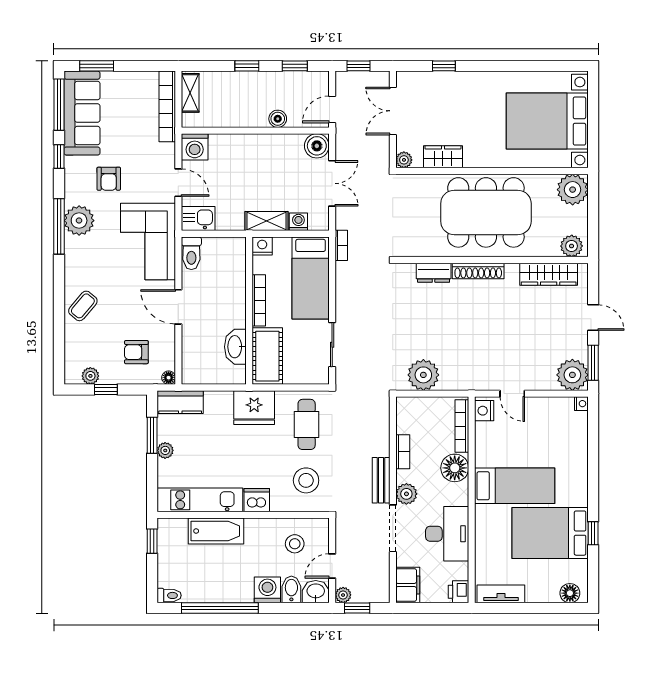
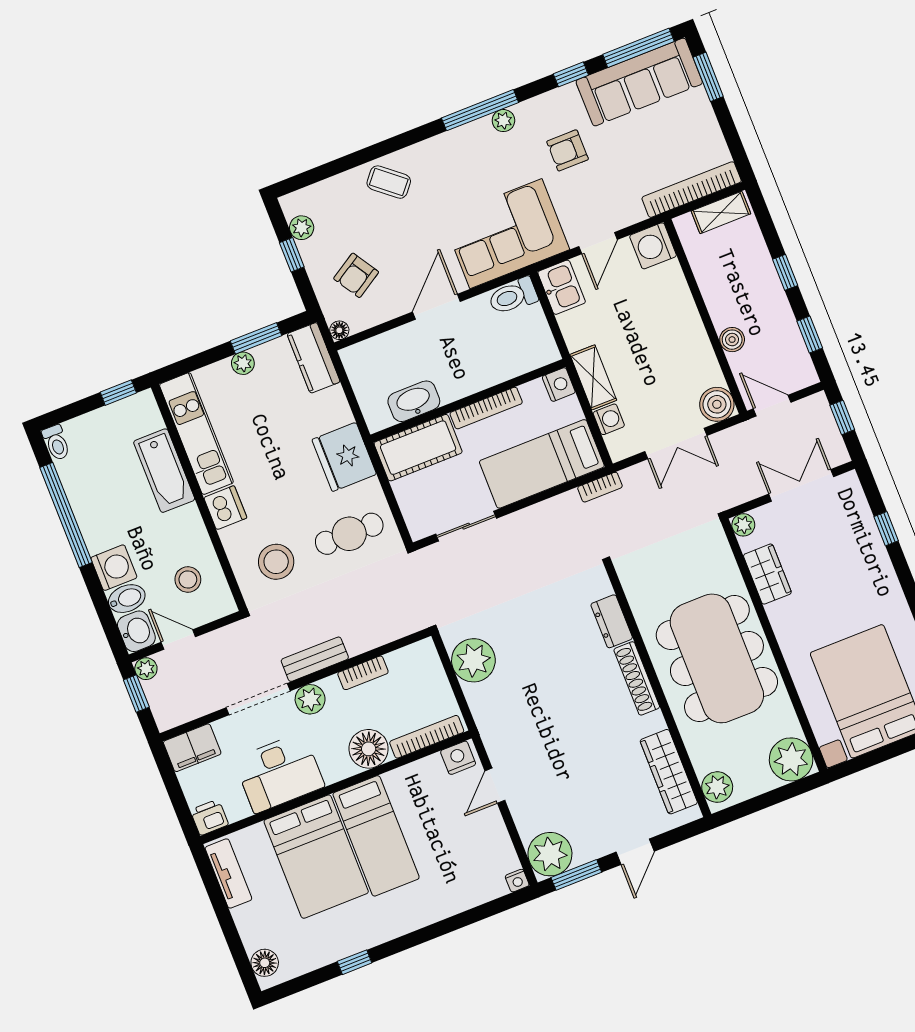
plant: (79, 221) -> (503, 121), width x0.53, depth x0.53
armchair: (136, 352) -> (356, 275), turned -122
bed: (550, 533) -> (316, 857), moved, turned 180

